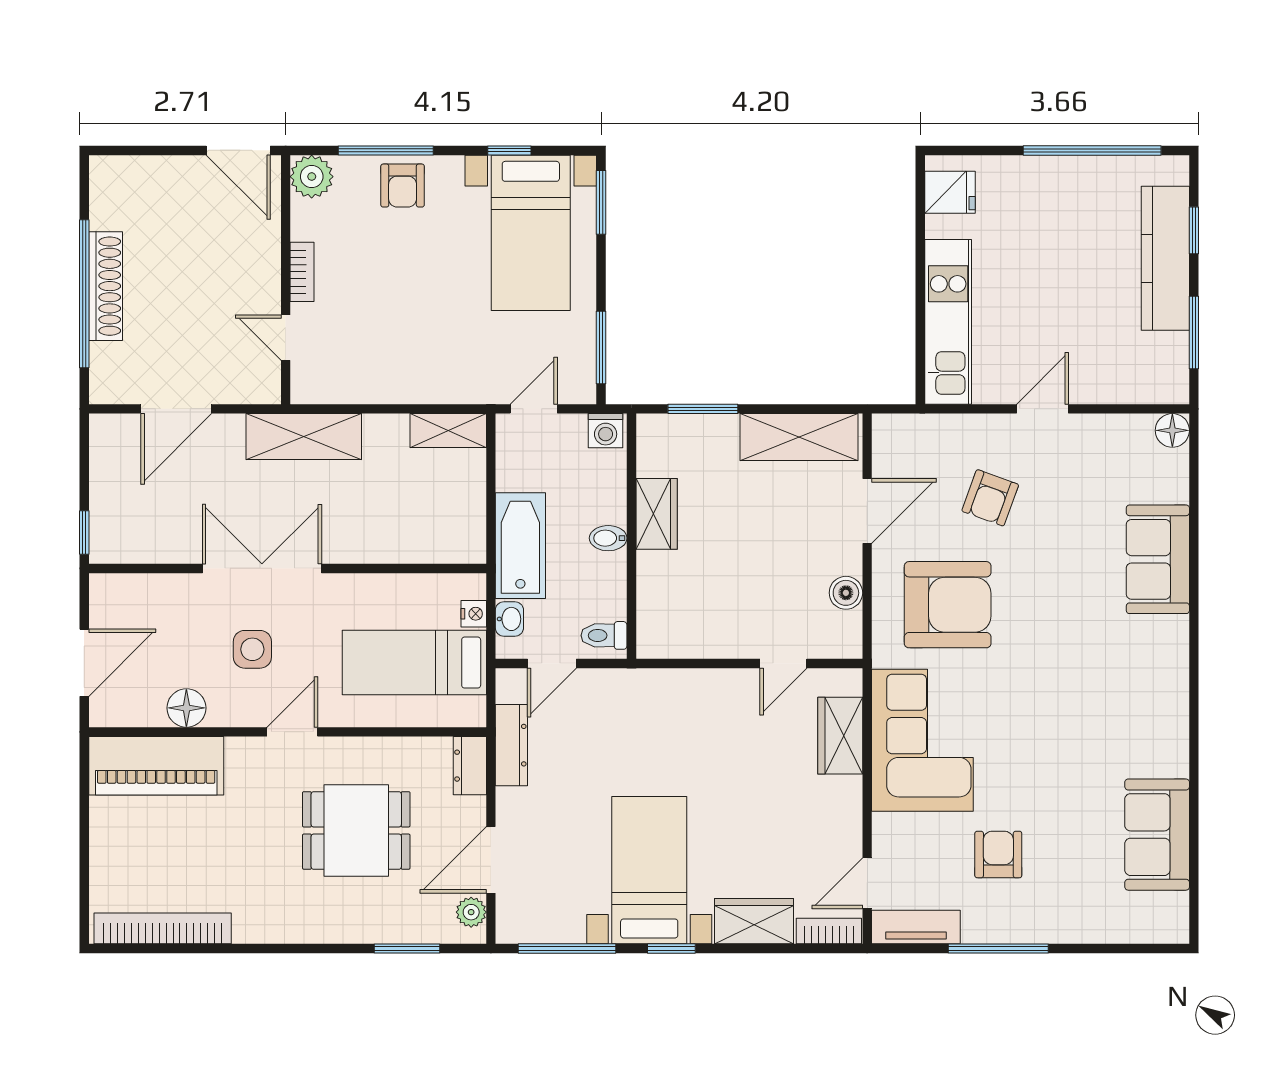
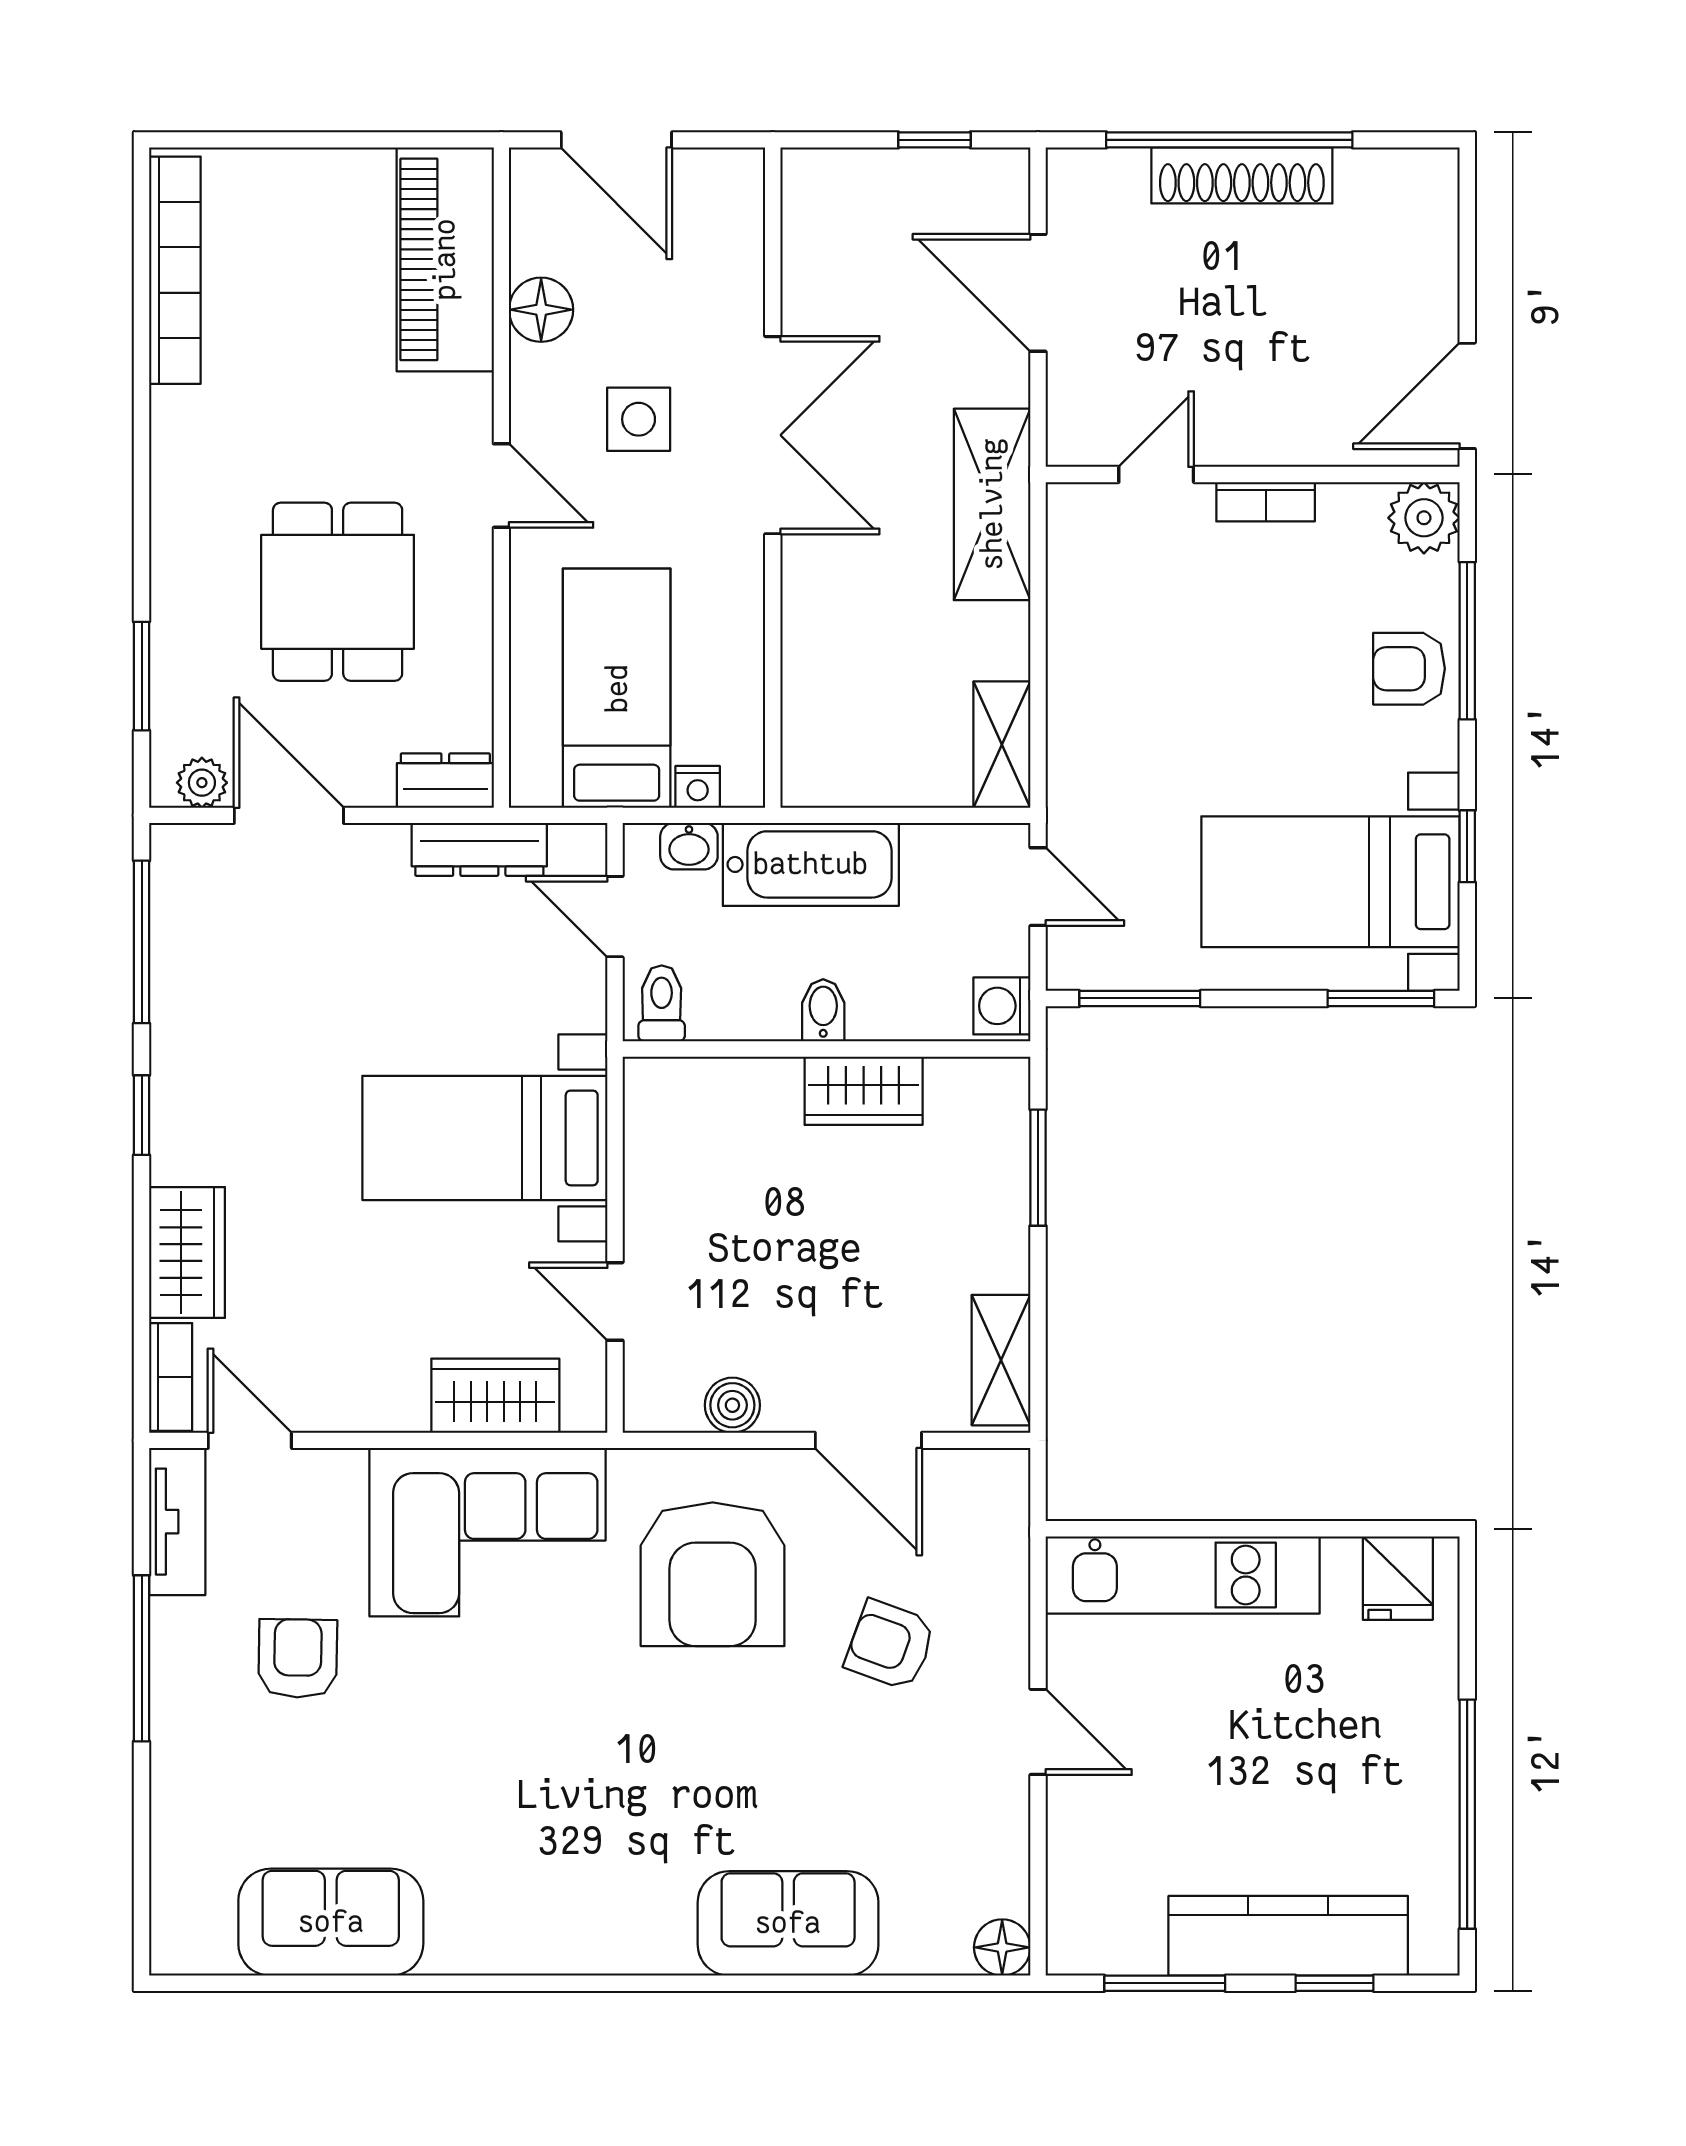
shelving: (799, 437) -> (1001, 1360), width x0.67, depth x0.75
window: (84, 532) -> (934, 140), moved
armchair: (998, 854) -> (298, 1658), turned -89
bed with nightstands: (649, 870) -> (485, 1138), moved, turned 180

